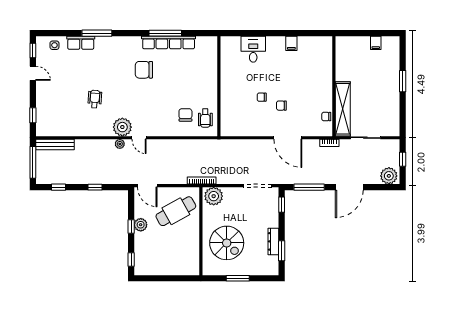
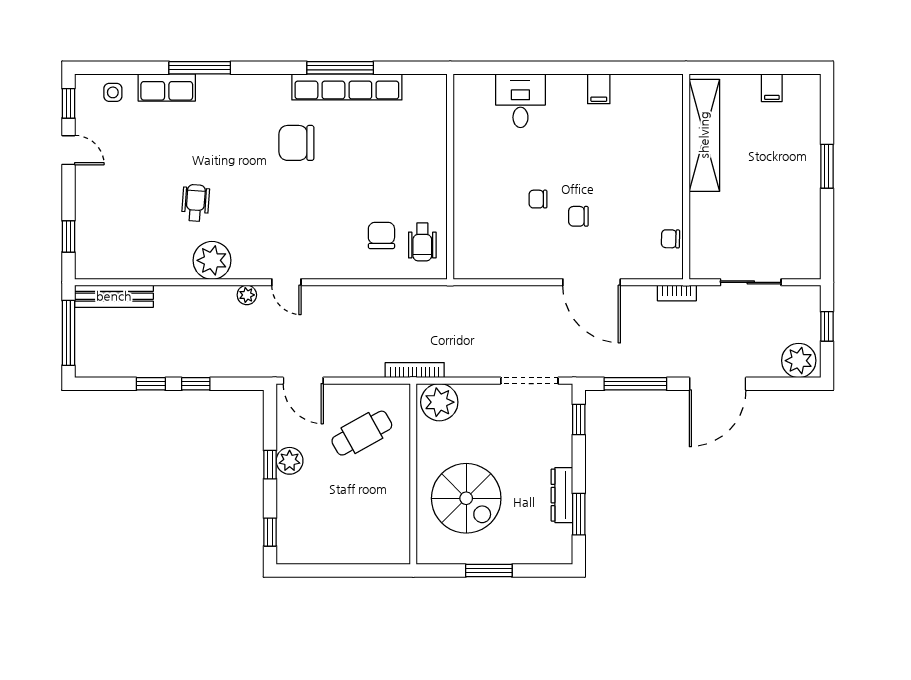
shelving: (343, 109) -> (704, 135), moved
plant: (122, 127) -> (212, 260), moved
window: (58, 187) -> (151, 384), moved
cafe table: (176, 211) -> (362, 433), width x0.73, depth x0.74

